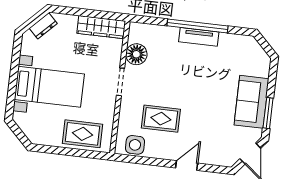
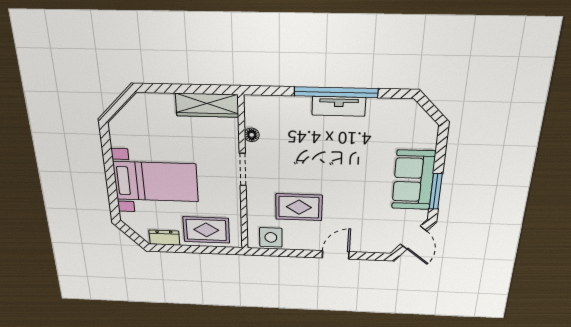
dresser: (43, 26) -> (164, 238), moved, turned -135
floor lamp: (136, 54) -> (252, 135), width x0.53, depth x0.53

